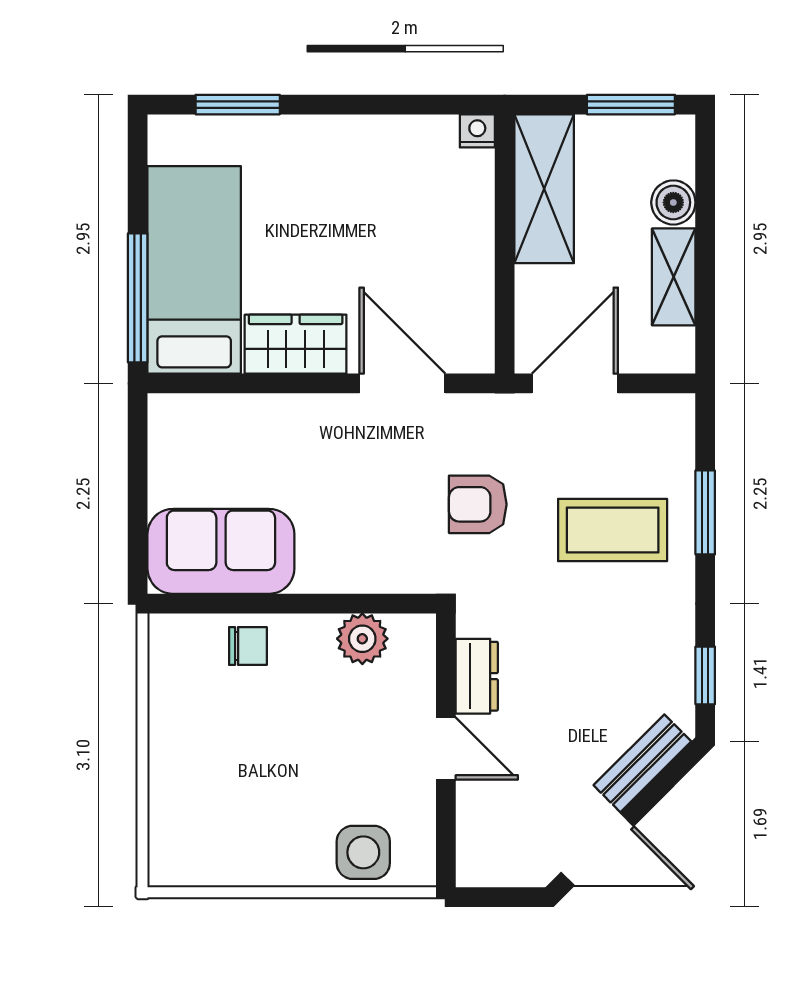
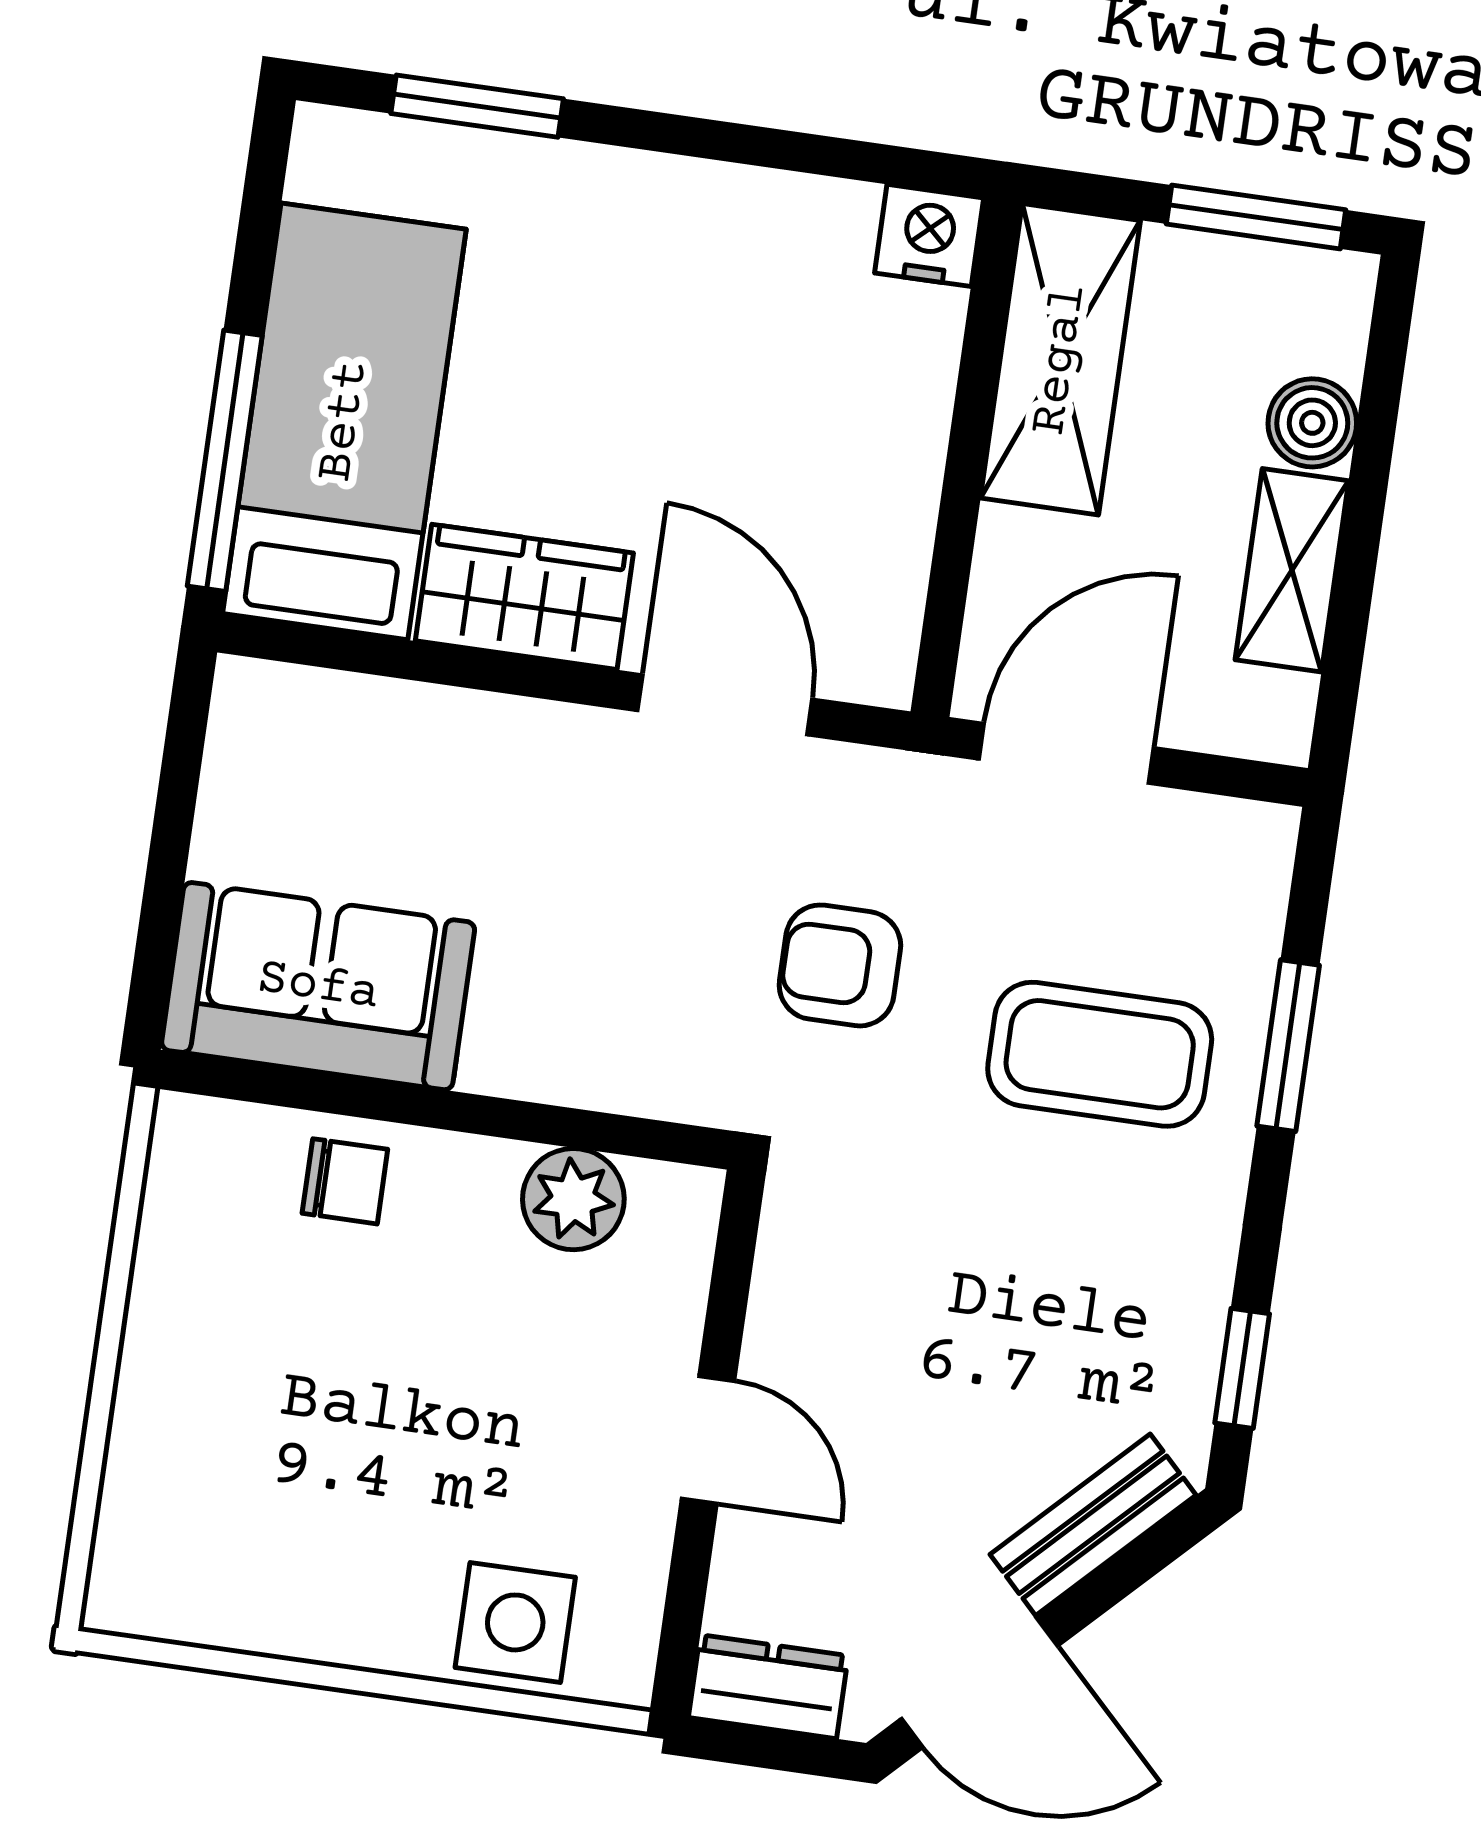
nightstand: (477, 131) -> (929, 235), width x1.39, depth x1.35
dresser: (477, 676) -> (768, 1687), moved, turned -90

